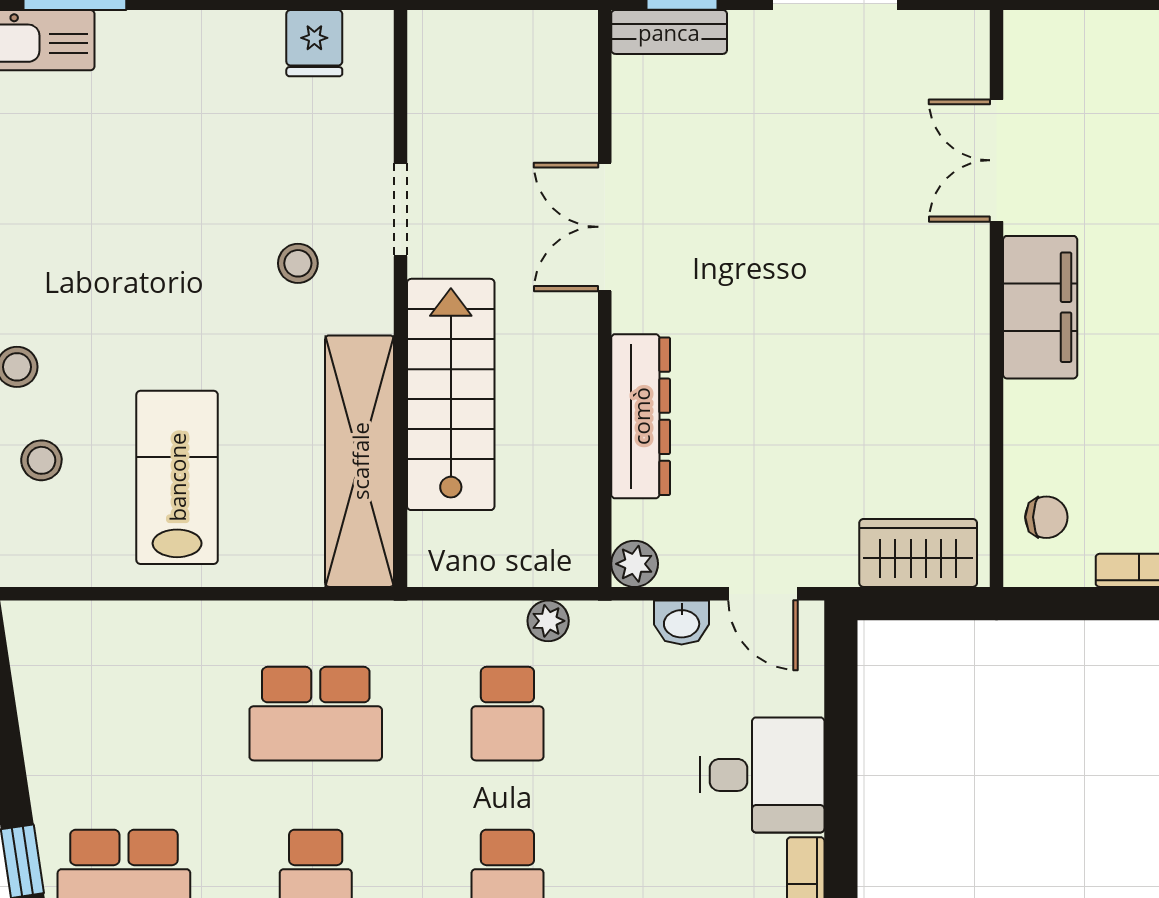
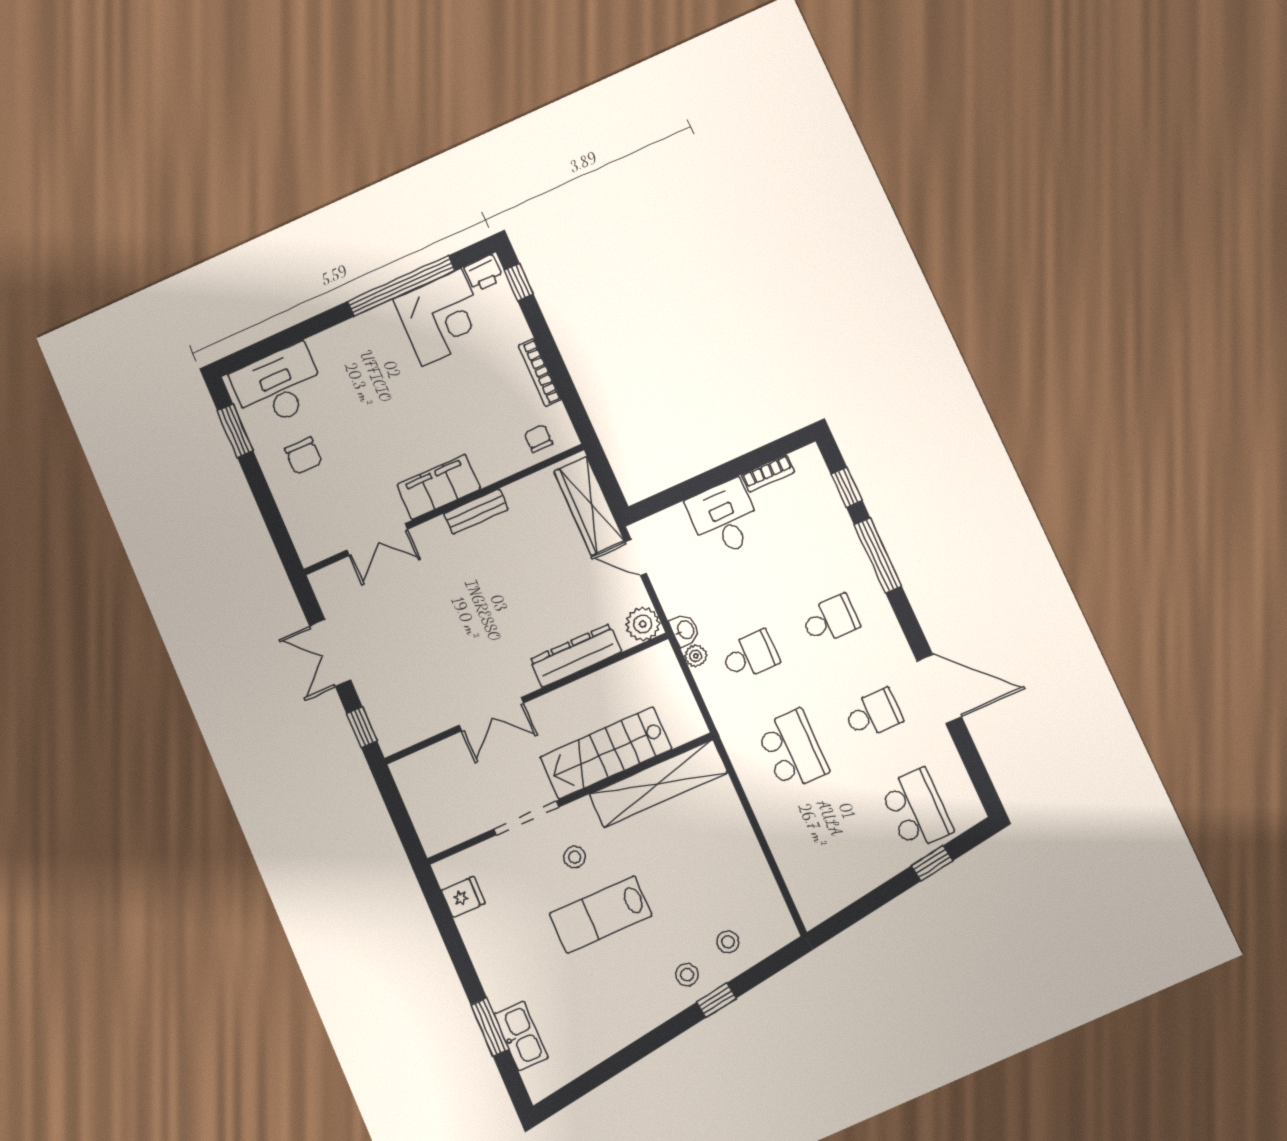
bench: (669, 32) -> (476, 511), moved, turned 90
doorway: (400, 210) -> (526, 818), width x1.38
lab bench: (177, 477) -> (601, 915), moved
wardrobe: (918, 553) -> (589, 506), width x1.50
plant: (635, 564) -> (643, 624), width x1.38, depth x1.38
door: (763, 594) -> (636, 557), swing flipped
washbasin: (682, 622) -> (685, 630), moved

